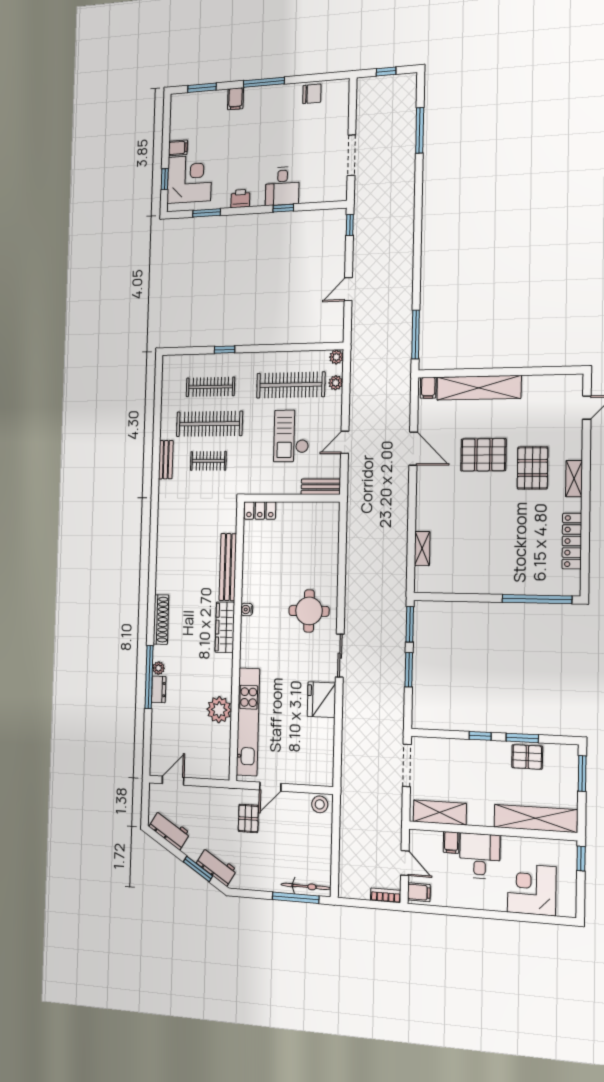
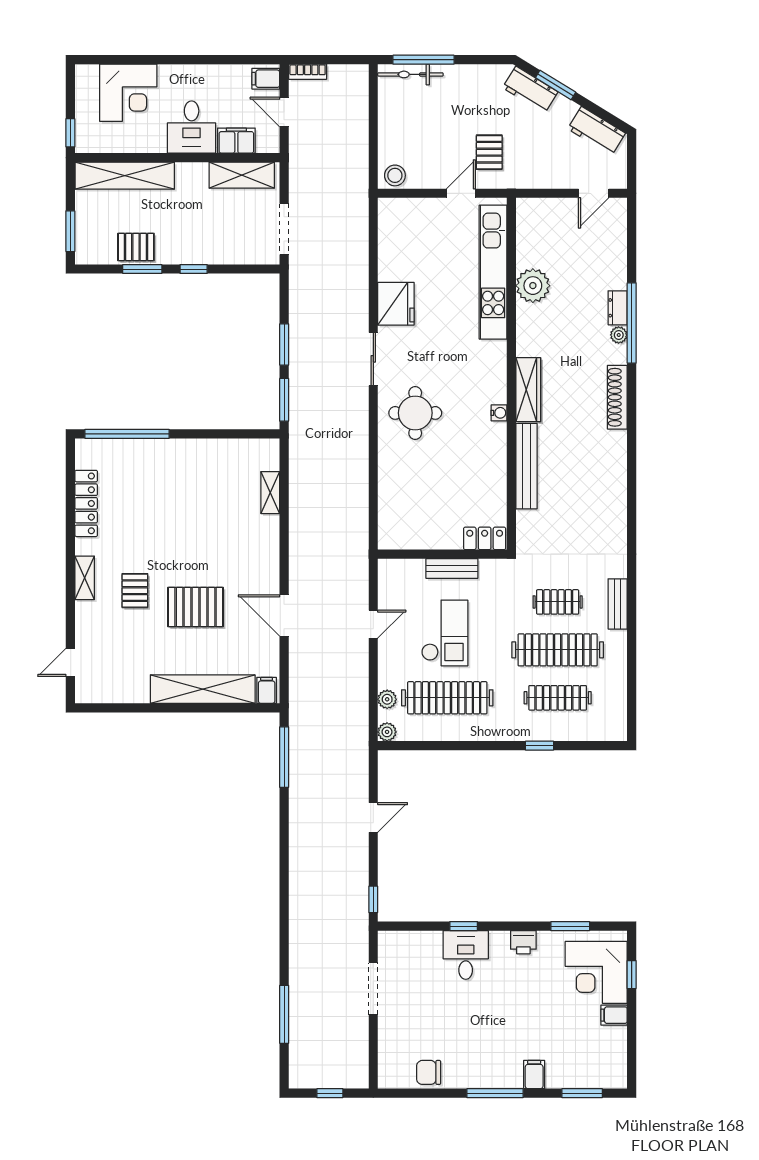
pallet: (532, 468) -> (135, 591), width x0.67, depth x0.71
bench: (321, 487) -> (452, 568), moved
filing cabinet: (451, 842) -> (236, 141), width x2.00

